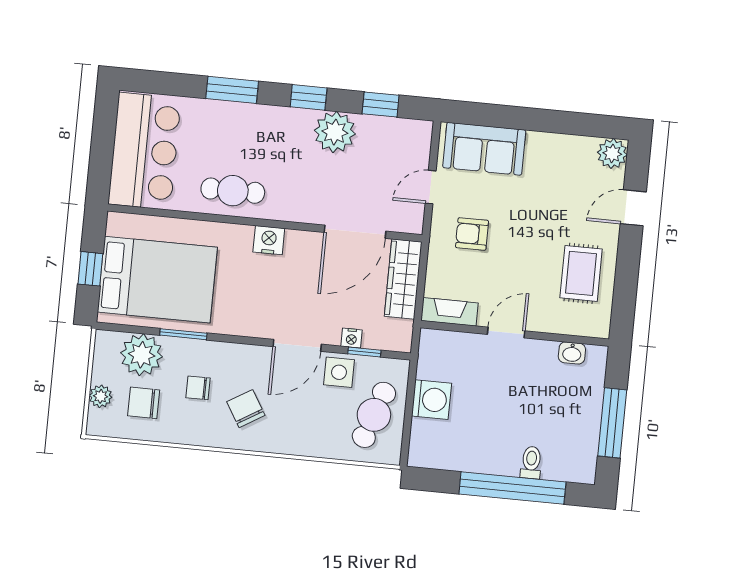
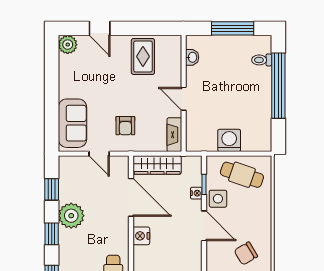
nightstand: (269, 240) -> (141, 236), moved
rug: (581, 273) -> (143, 56), turned 90
toilet: (531, 463) -> (262, 60), moved

